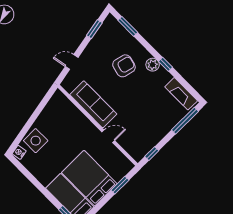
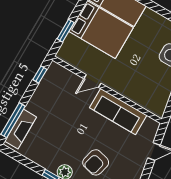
fireplace: (181, 94) -> (21, 129), moved, turned 90

